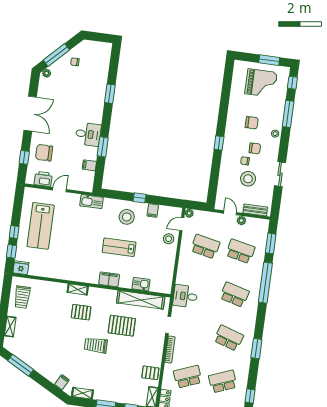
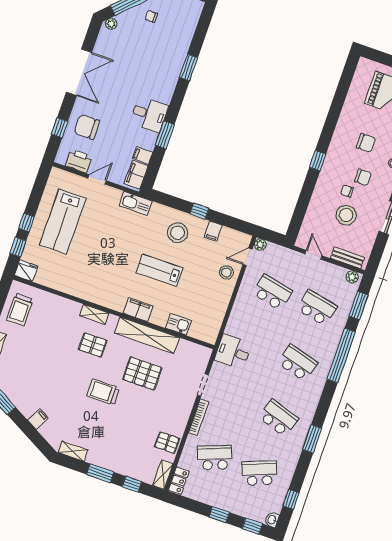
filing cabinet: (88, 180) -> (136, 175), added
plant: (241, 221) -> (352, 277), moved
shelving: (141, 300) -> (147, 335), moved
filing cabinet: (62, 382) -> (38, 419), moved

